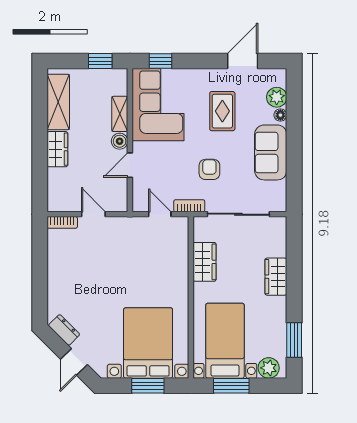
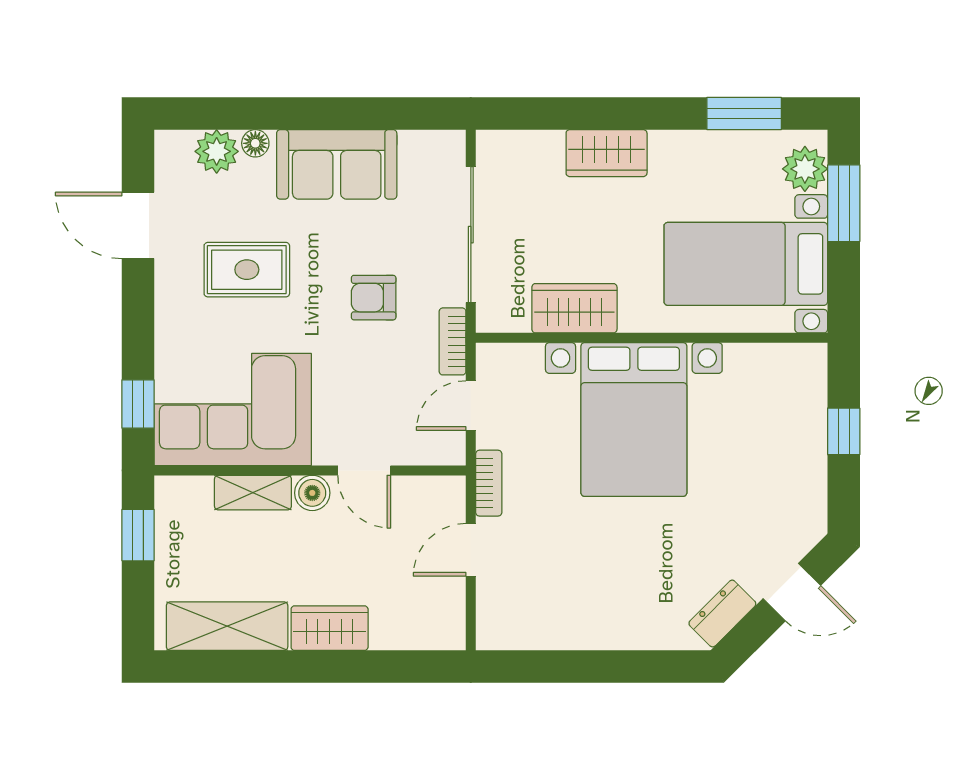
bookcase: (62, 222) -> (489, 483), moved
bed with nightstands: (148, 343) -> (634, 419), moved, turned -90
window: (148, 386) -> (844, 431), width x0.67
window: (231, 386) -> (844, 203), moved

